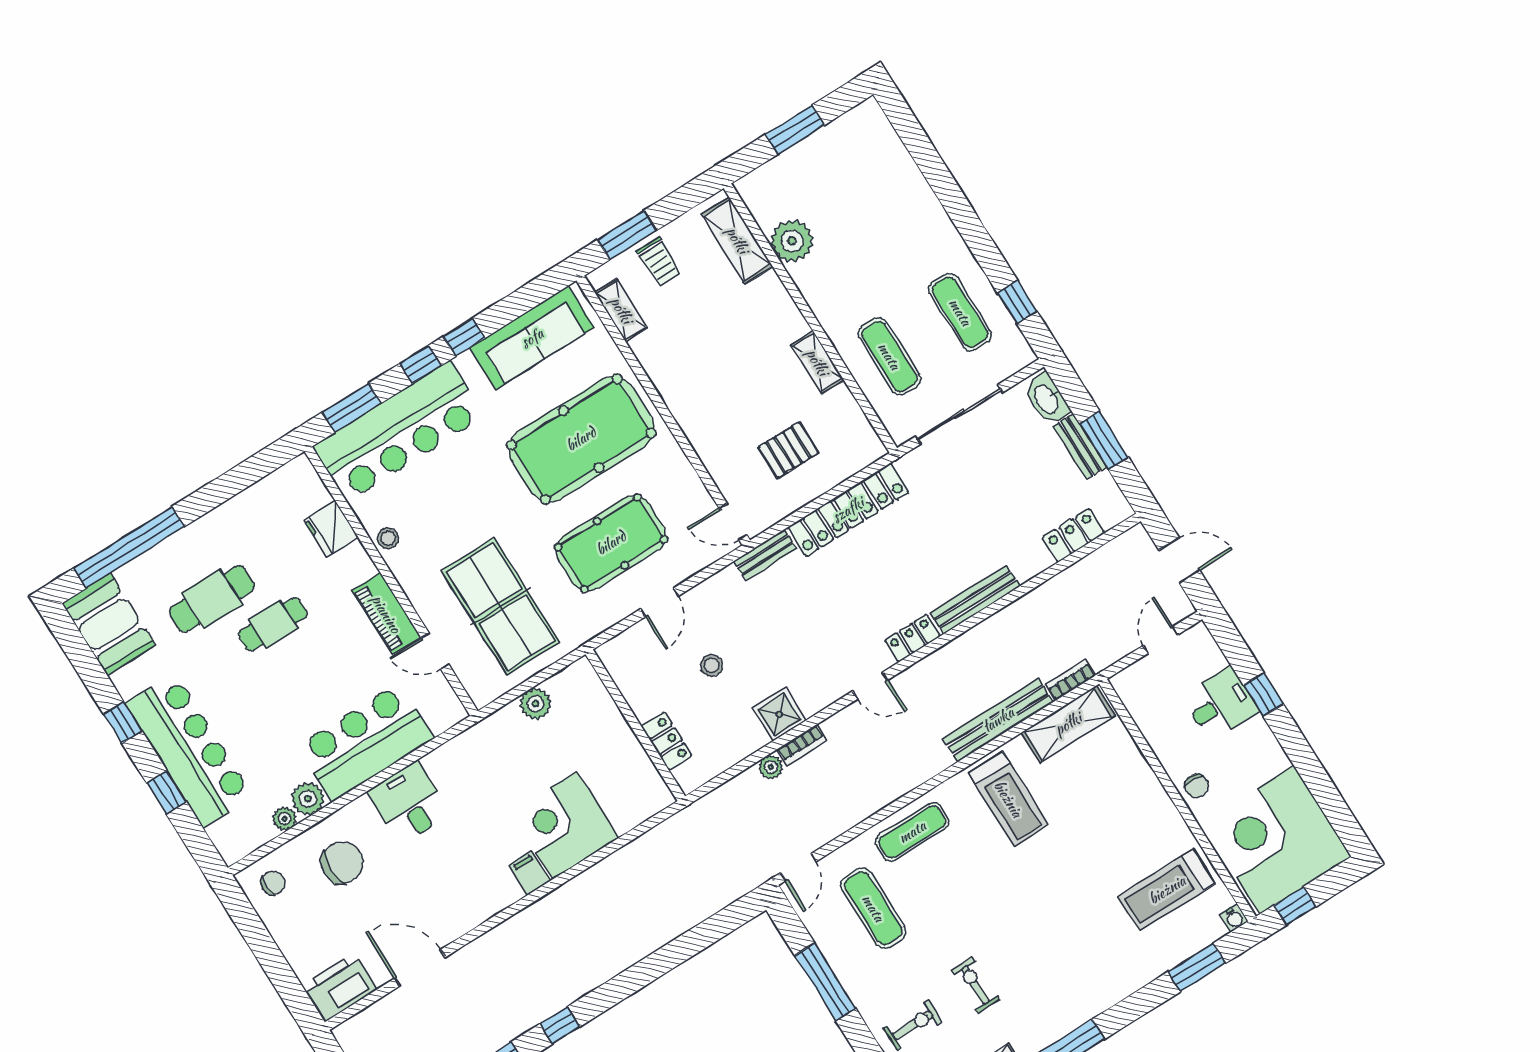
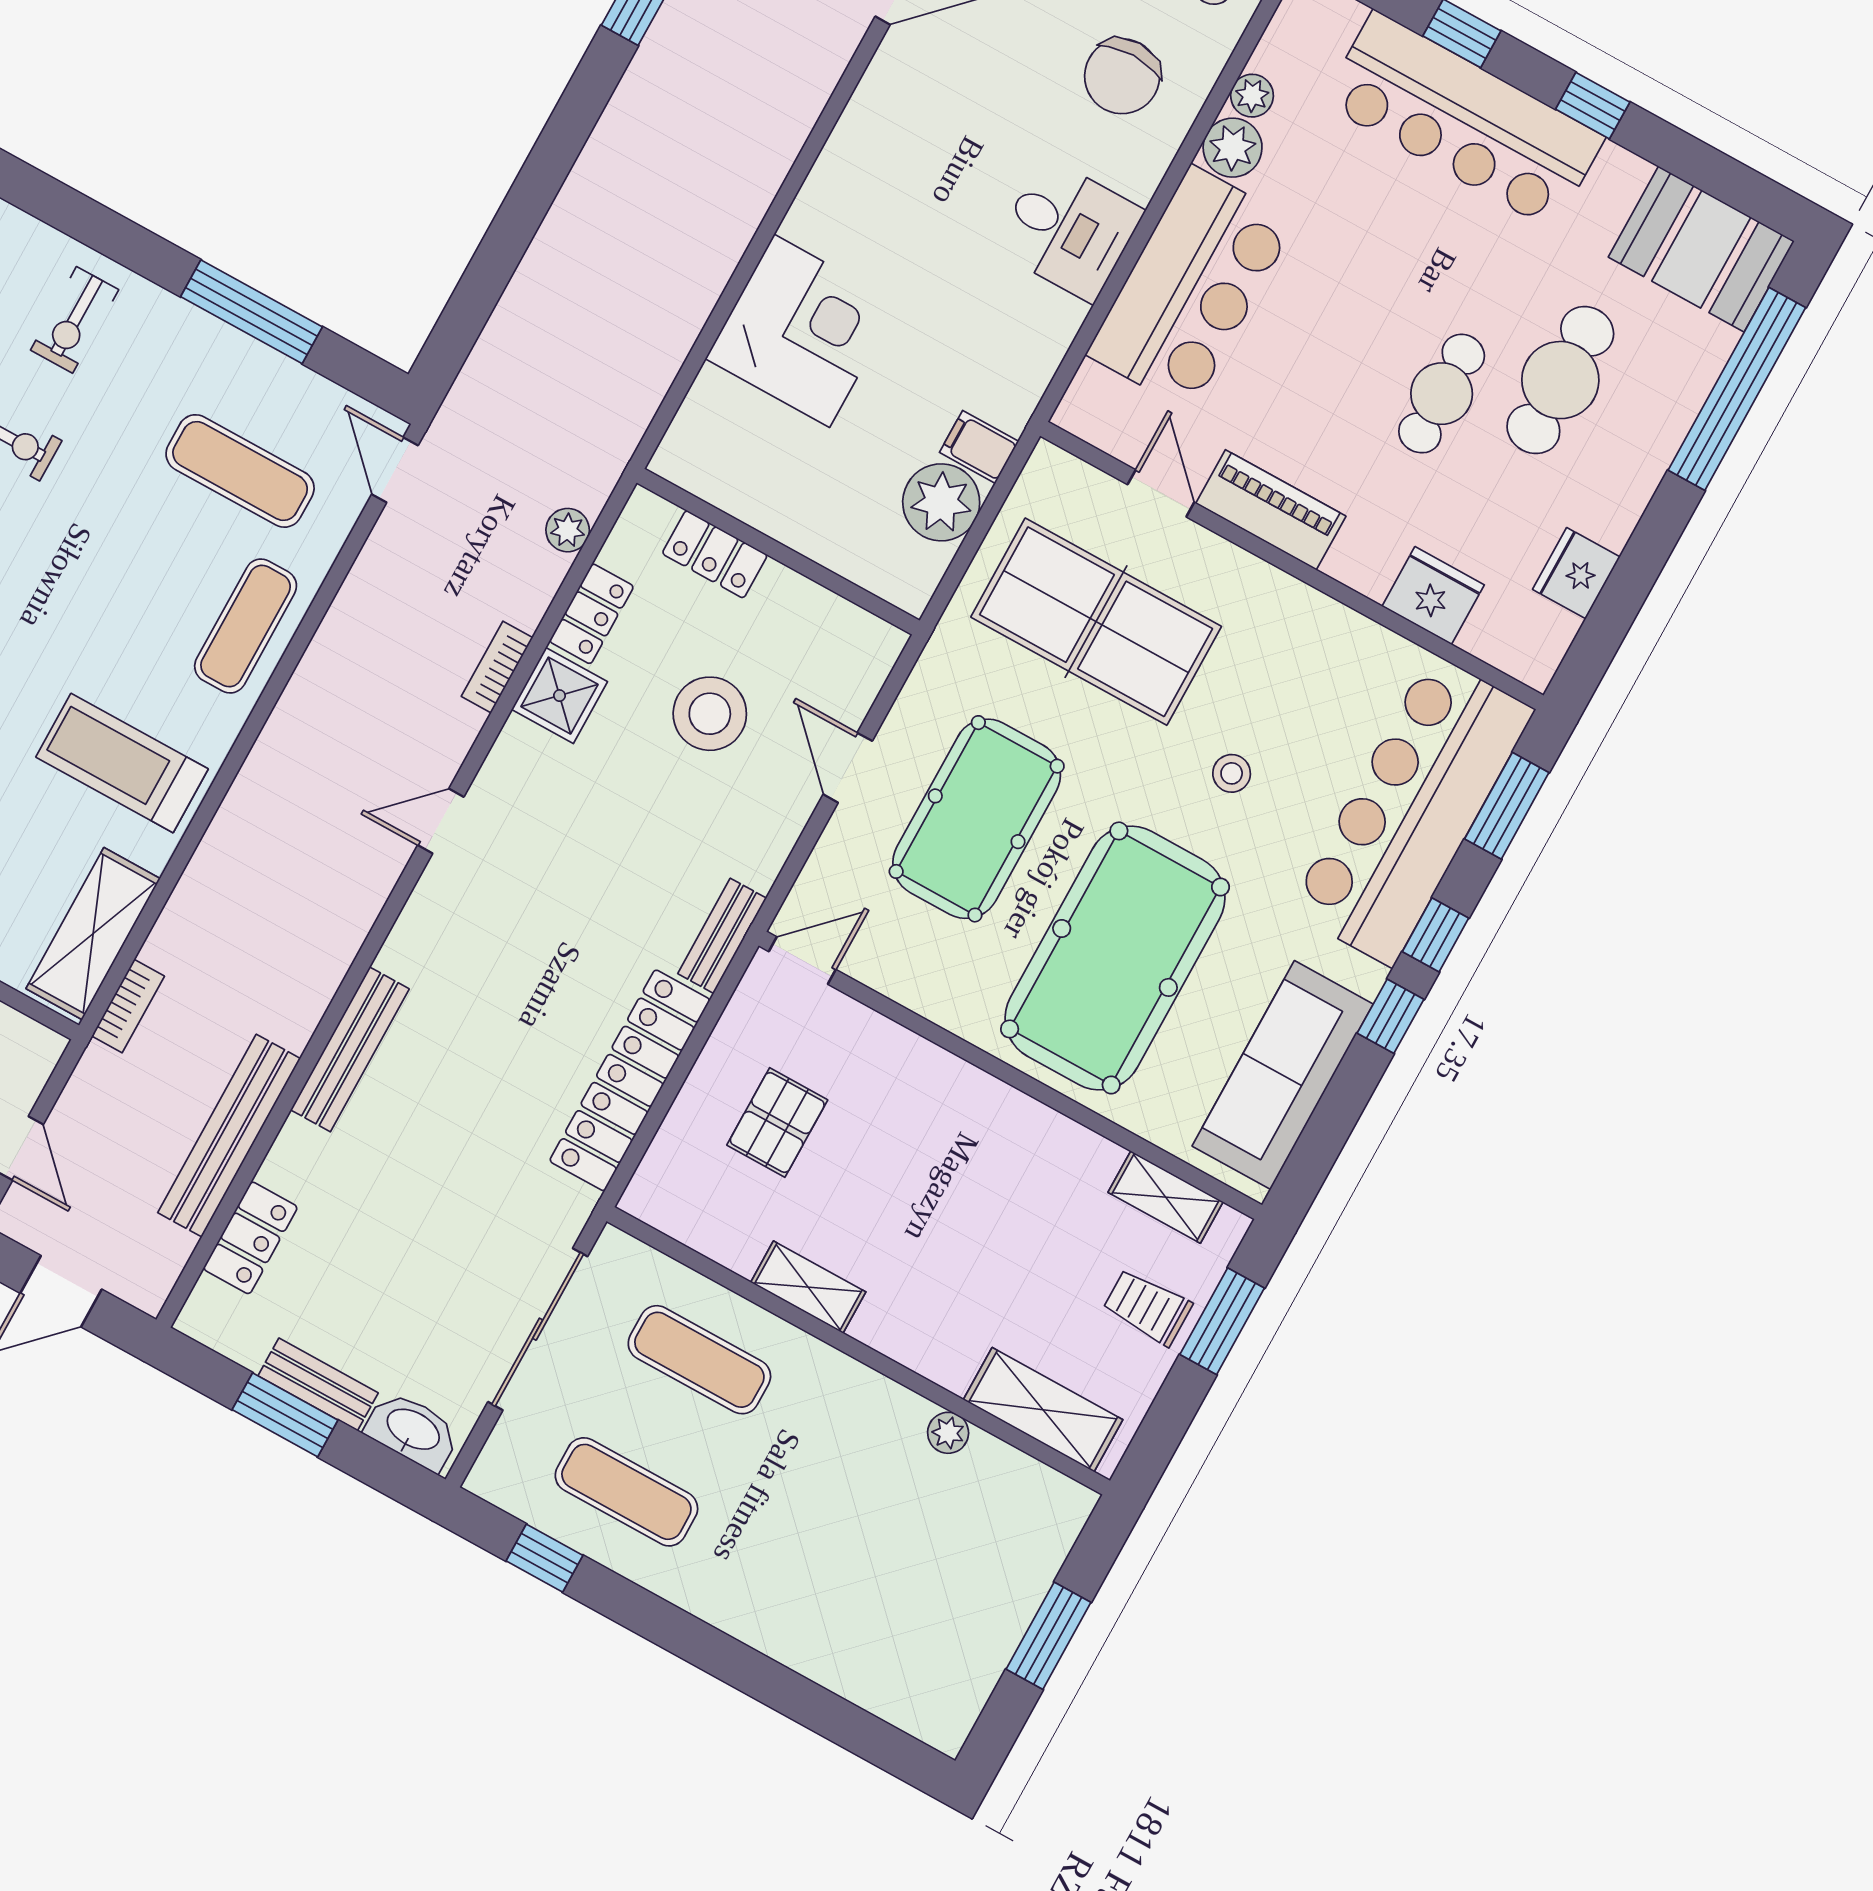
plant: (792, 241) -> (948, 1433), width x0.53, depth x0.53
fridge: (256, 501) -> (1576, 573), added
stool: (388, 538) -> (1232, 773), moved
locker: (912, 638) -> (592, 614), moved
door: (435, 651) -> (1161, 493), hinge flipped
stool: (712, 665) -> (710, 714), width x1.89, depth x1.89
plant: (536, 704) -> (941, 502), width x1.36, depth x1.36
bench: (998, 720) -> (229, 1136), moved
plant: (771, 767) -> (568, 530), moved
filing cabinet: (530, 873) -> (979, 447), moved, turned 180

